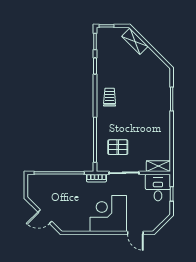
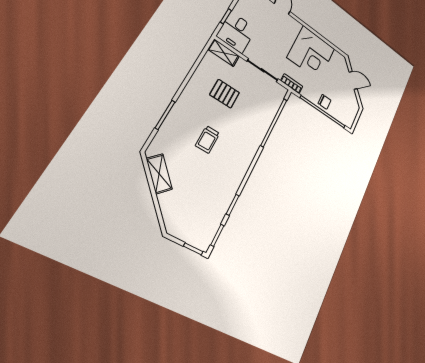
shelving: (135, 41) -> (159, 174), moved
trolley: (110, 97) -> (208, 140), moved
pallet: (118, 147) -> (225, 94), moved
chair: (62, 182) -> (325, 102), added
corner desk: (108, 214) -> (311, 53), moved

